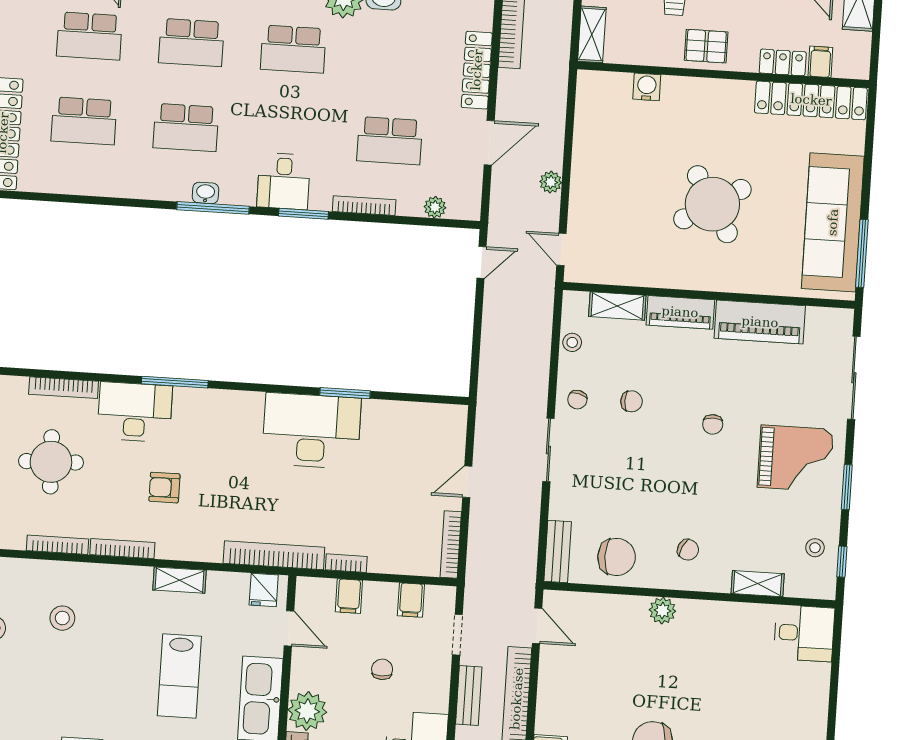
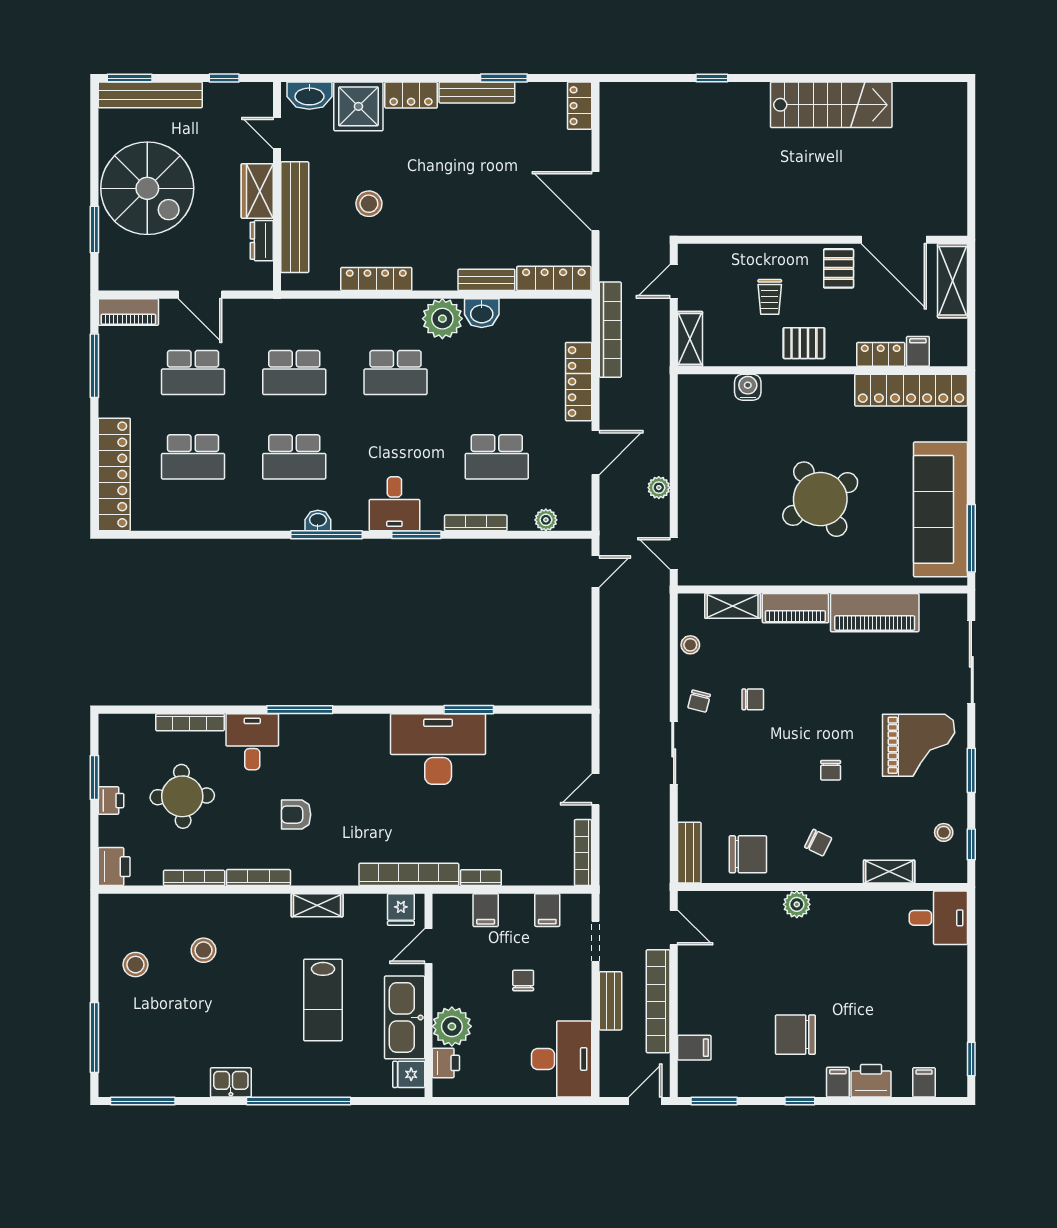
desk: (135, 412) -> (252, 742), width x0.73
chair: (713, 424) -> (831, 770), moved
door: (289, 628) -> (428, 946), swing flipped

